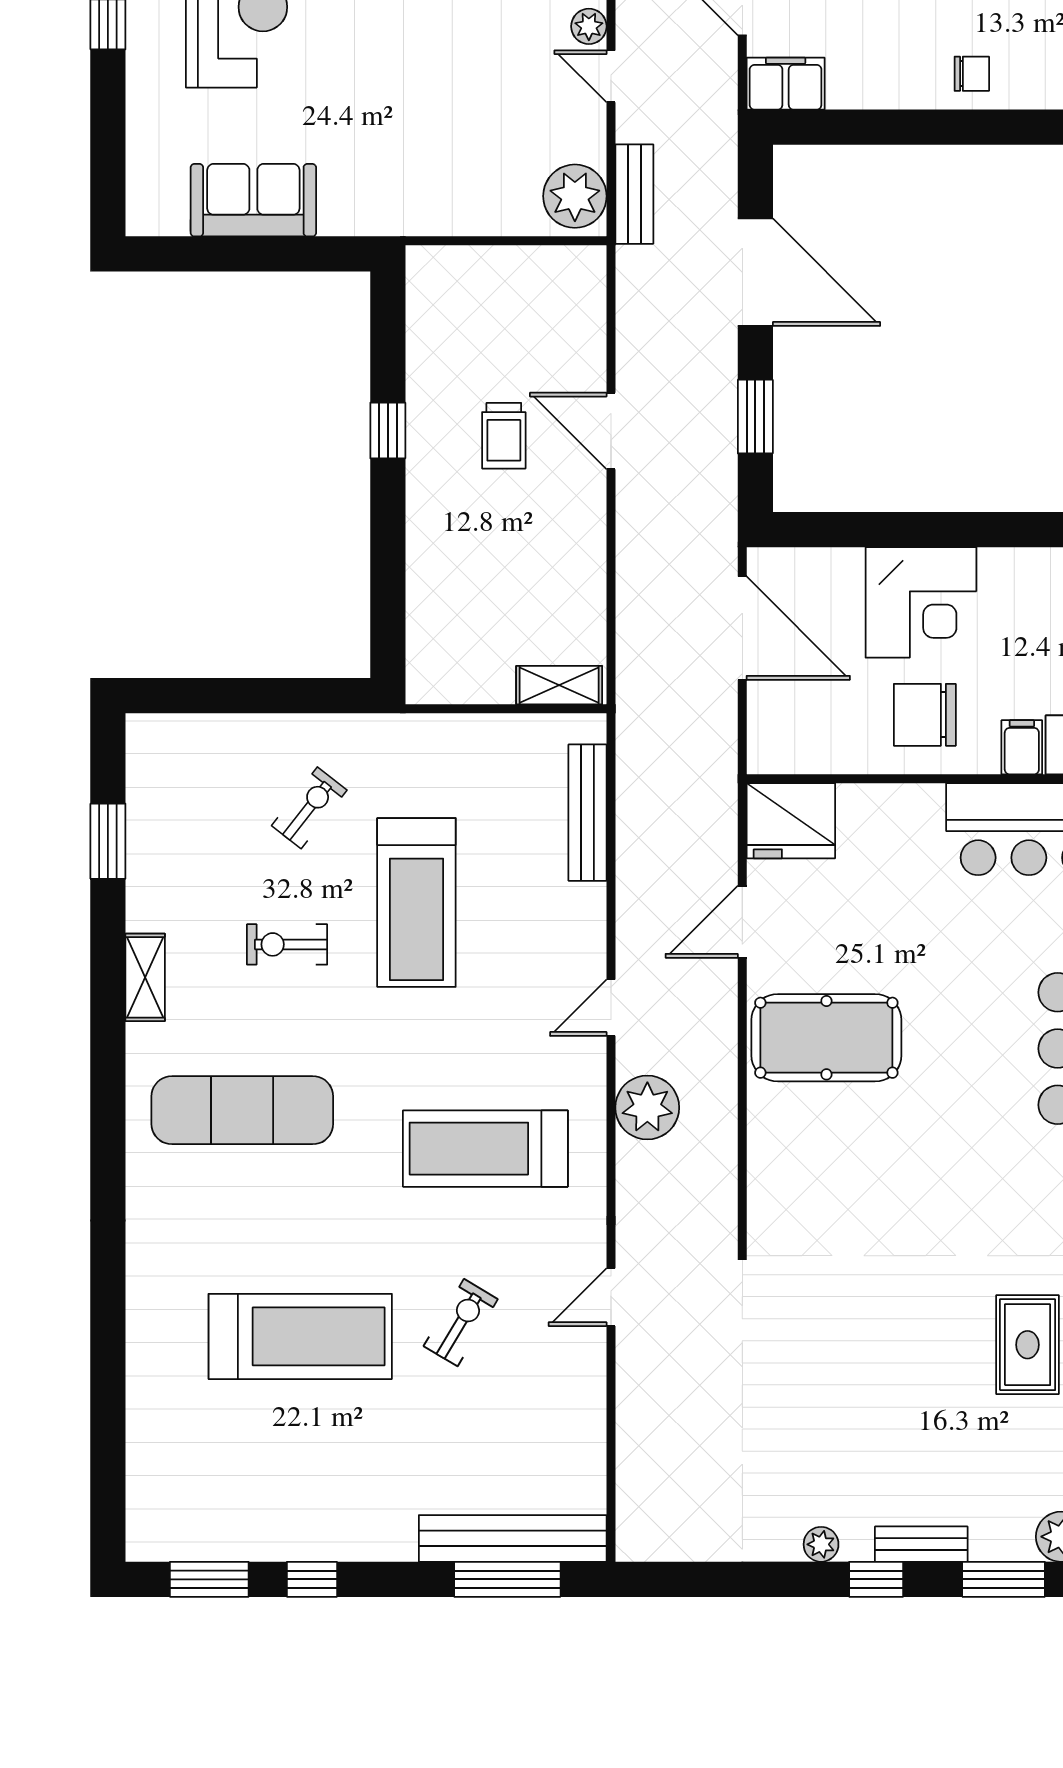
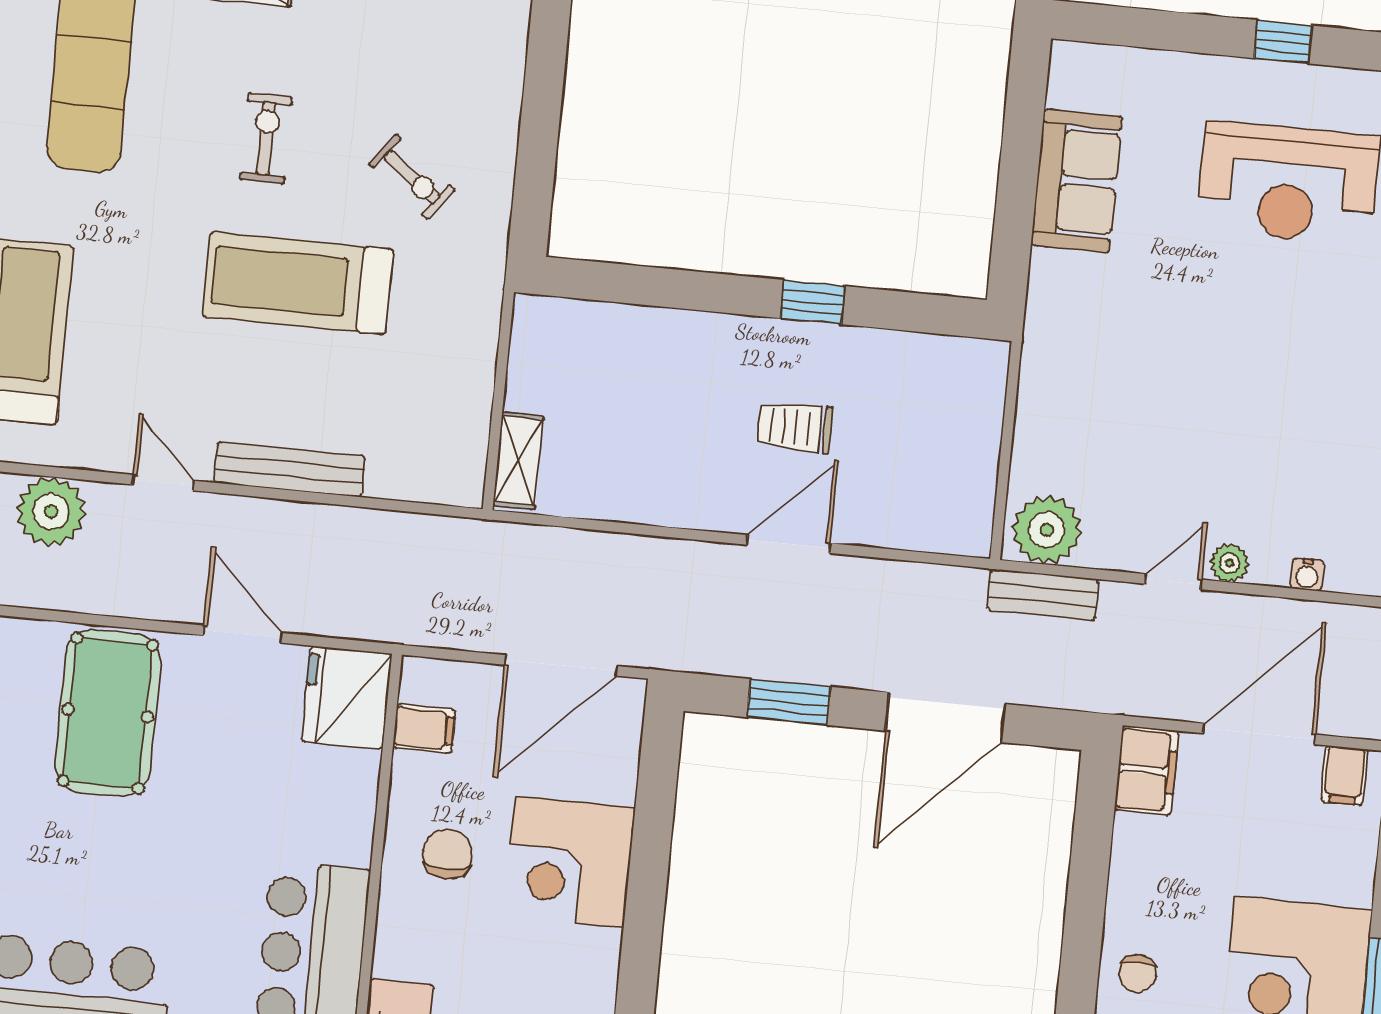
chair: (925, 715) -> (447, 854), width x0.73, depth x0.73
filing cabinet: (1022, 747) -> (424, 729), moved
bench: (587, 813) -> (289, 469), moved

